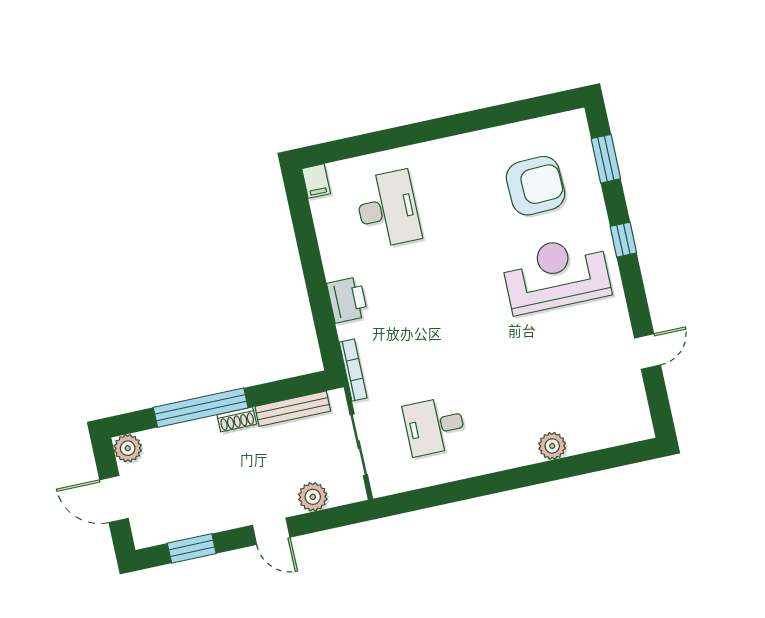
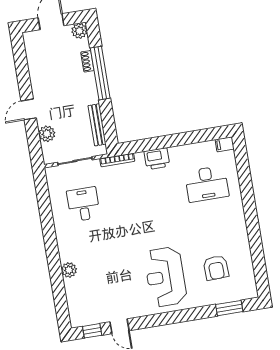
armchair: (535, 186) -> (216, 268), width x0.73, depth x0.73
window: (623, 240) -> (92, 331), moved
reception desk: (556, 274) -> (165, 277), turned 180
shoe rack: (237, 419) -> (87, 61), moved
window: (192, 548) -> (21, 64), removed

